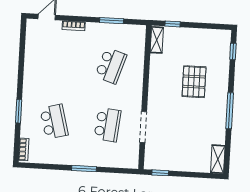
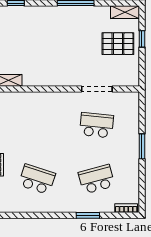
school desk: (111, 66) -> (37, 179), moved
pallet: (194, 82) -> (118, 44), moved
window: (160, 173) -> (142, 39), moved

